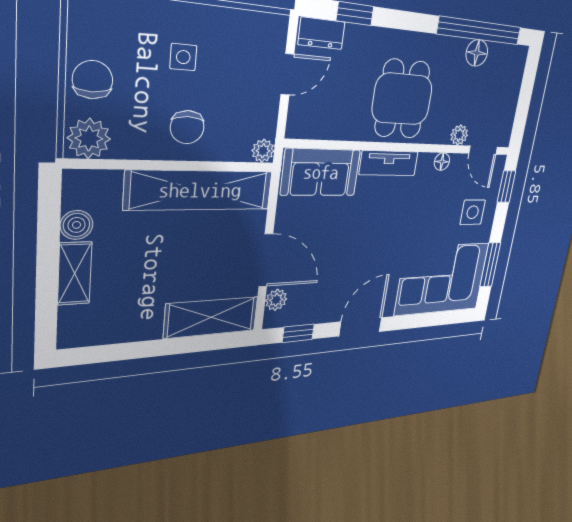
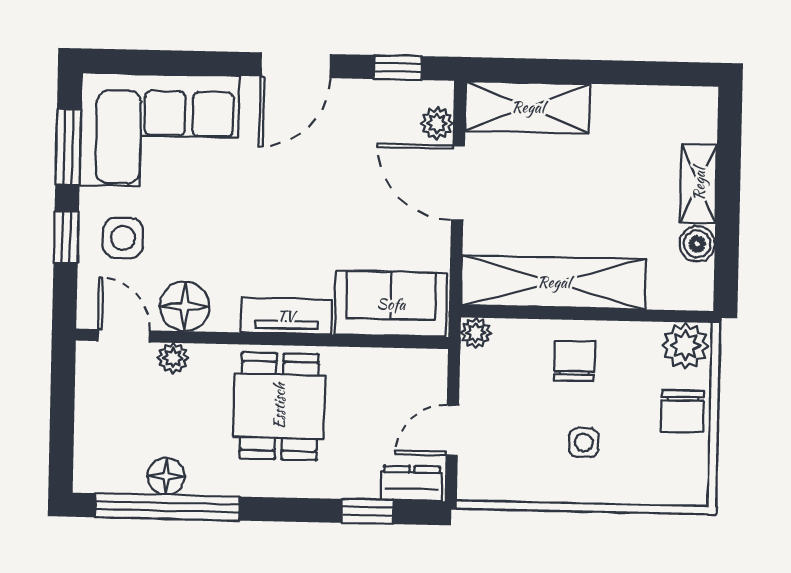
floor lamp: (442, 162) -> (185, 306), width x1.89, depth x1.89
window: (506, 187) -> (66, 237), moved

